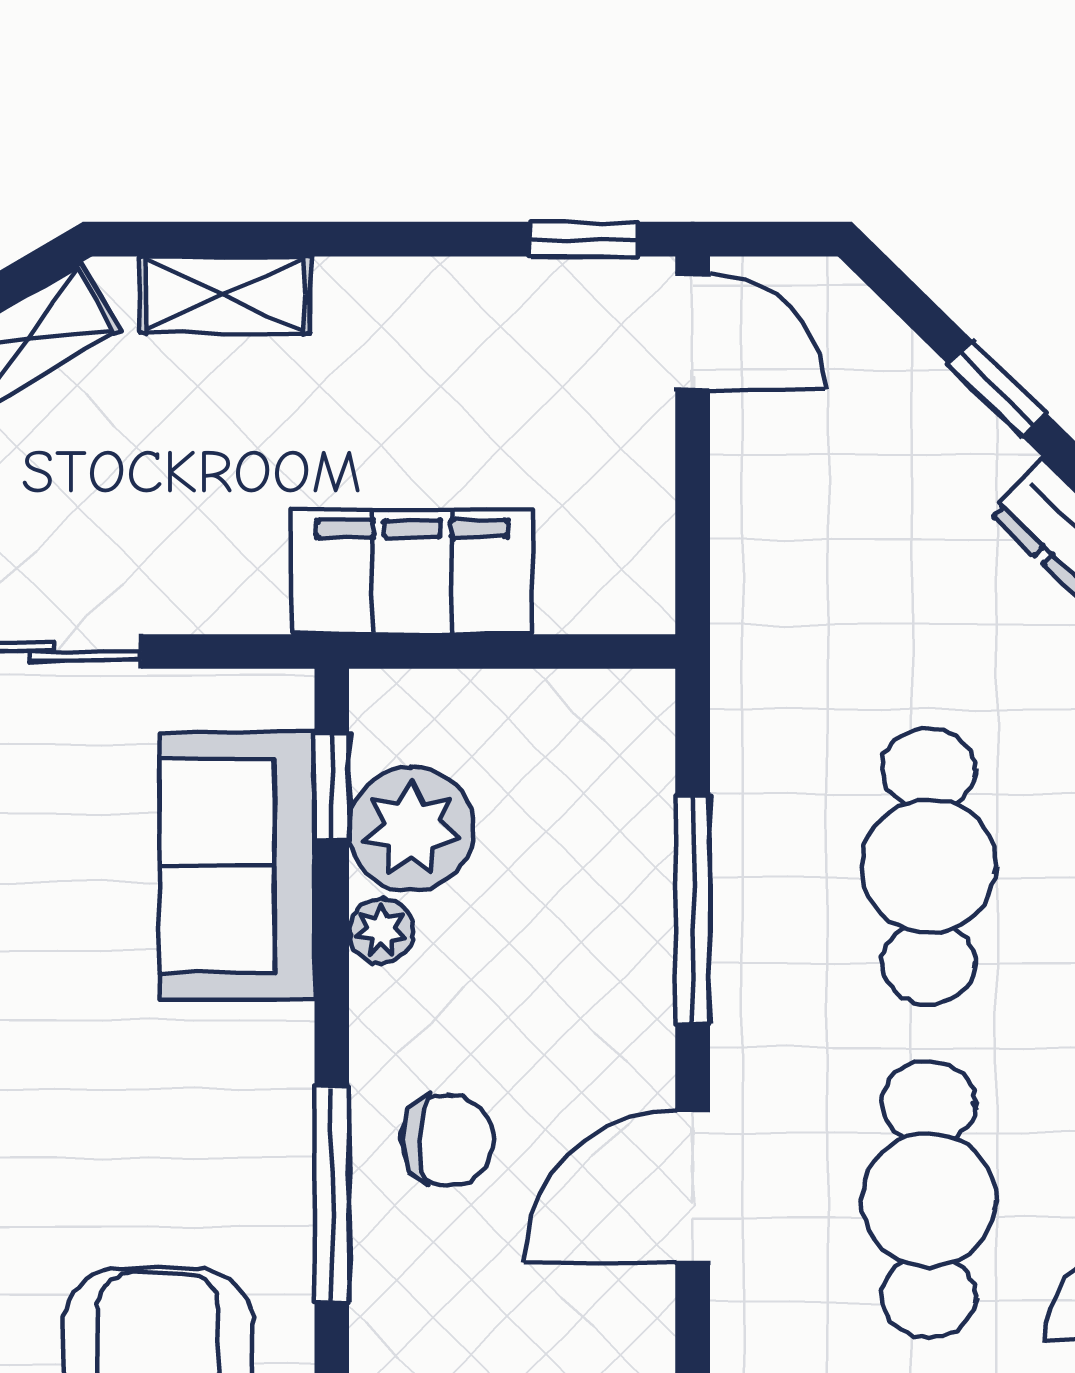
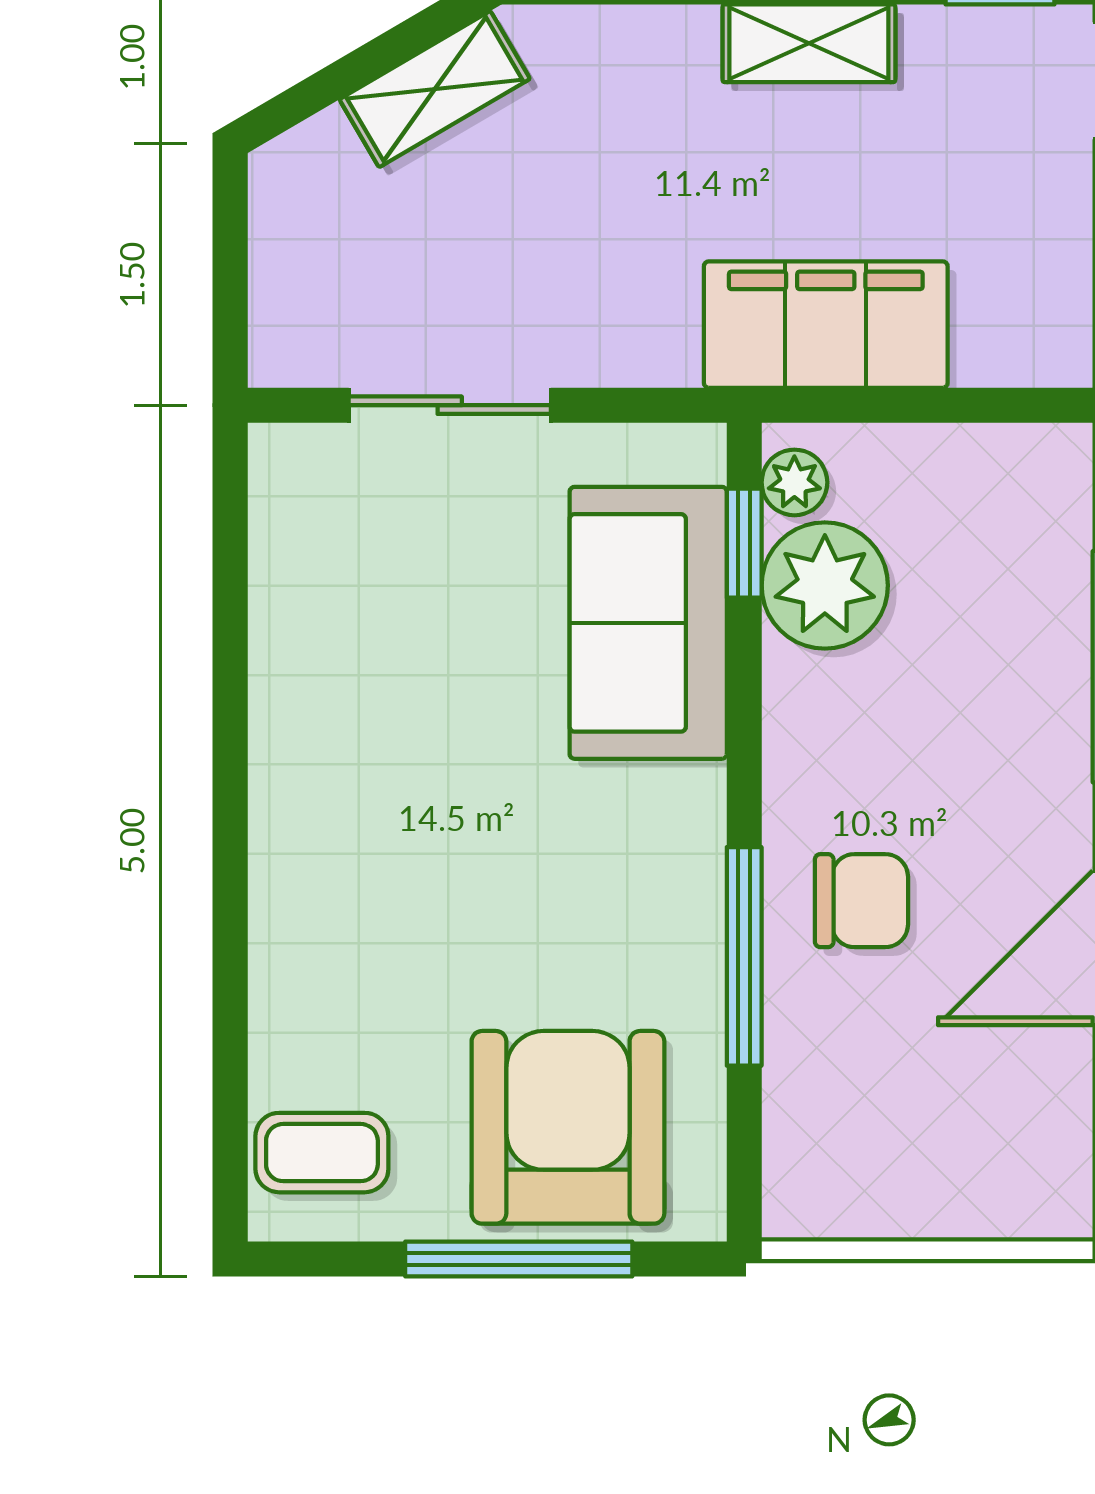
shelving: (225, 295) -> (809, 43), moved
plant: (381, 931) -> (794, 482), moved

